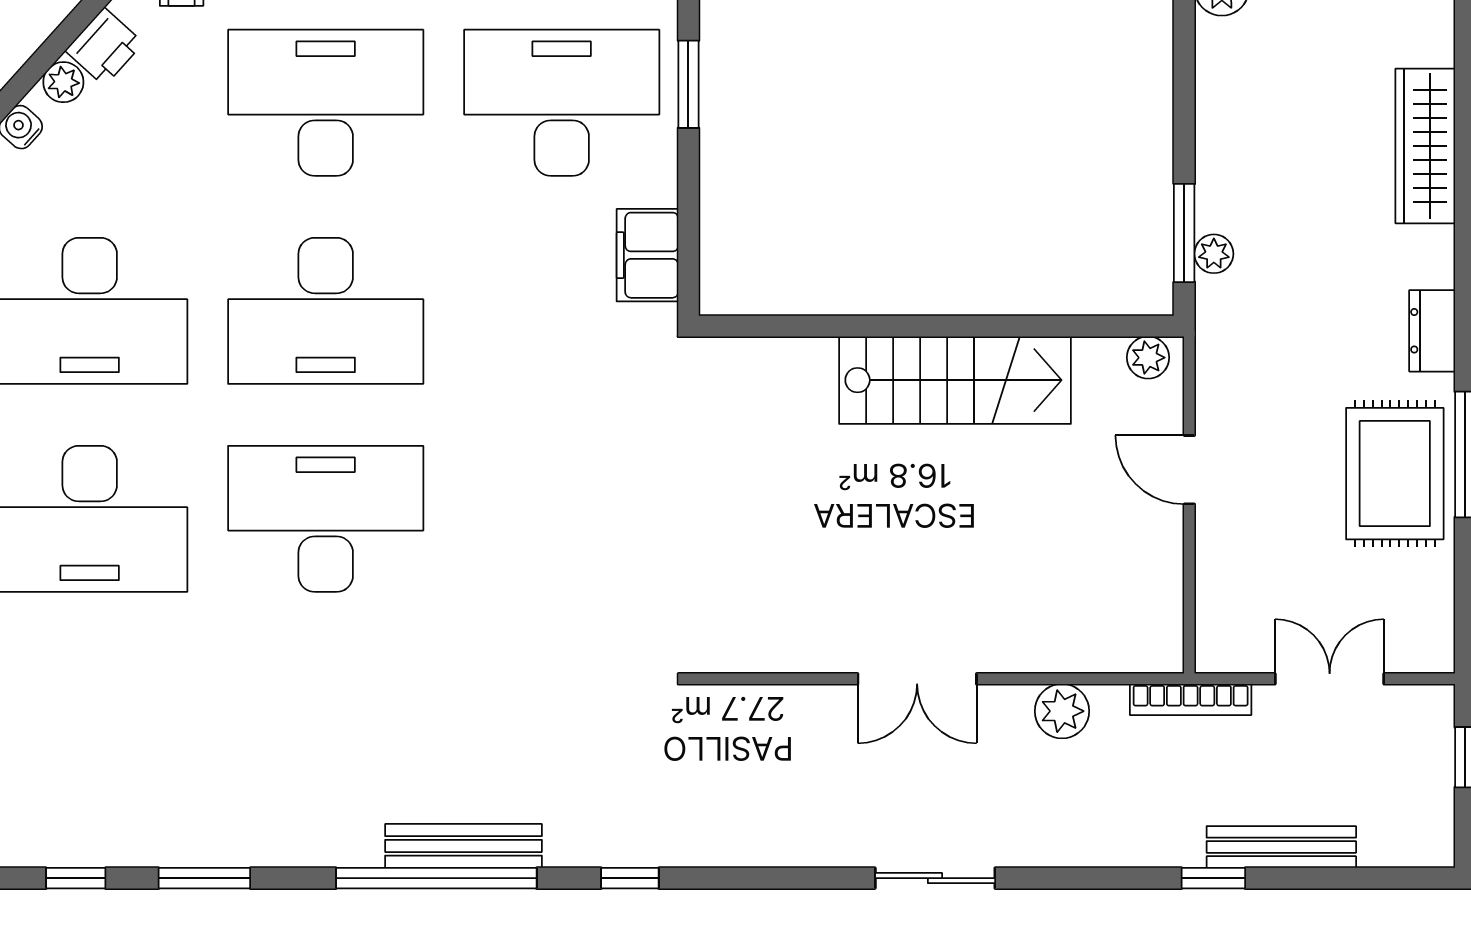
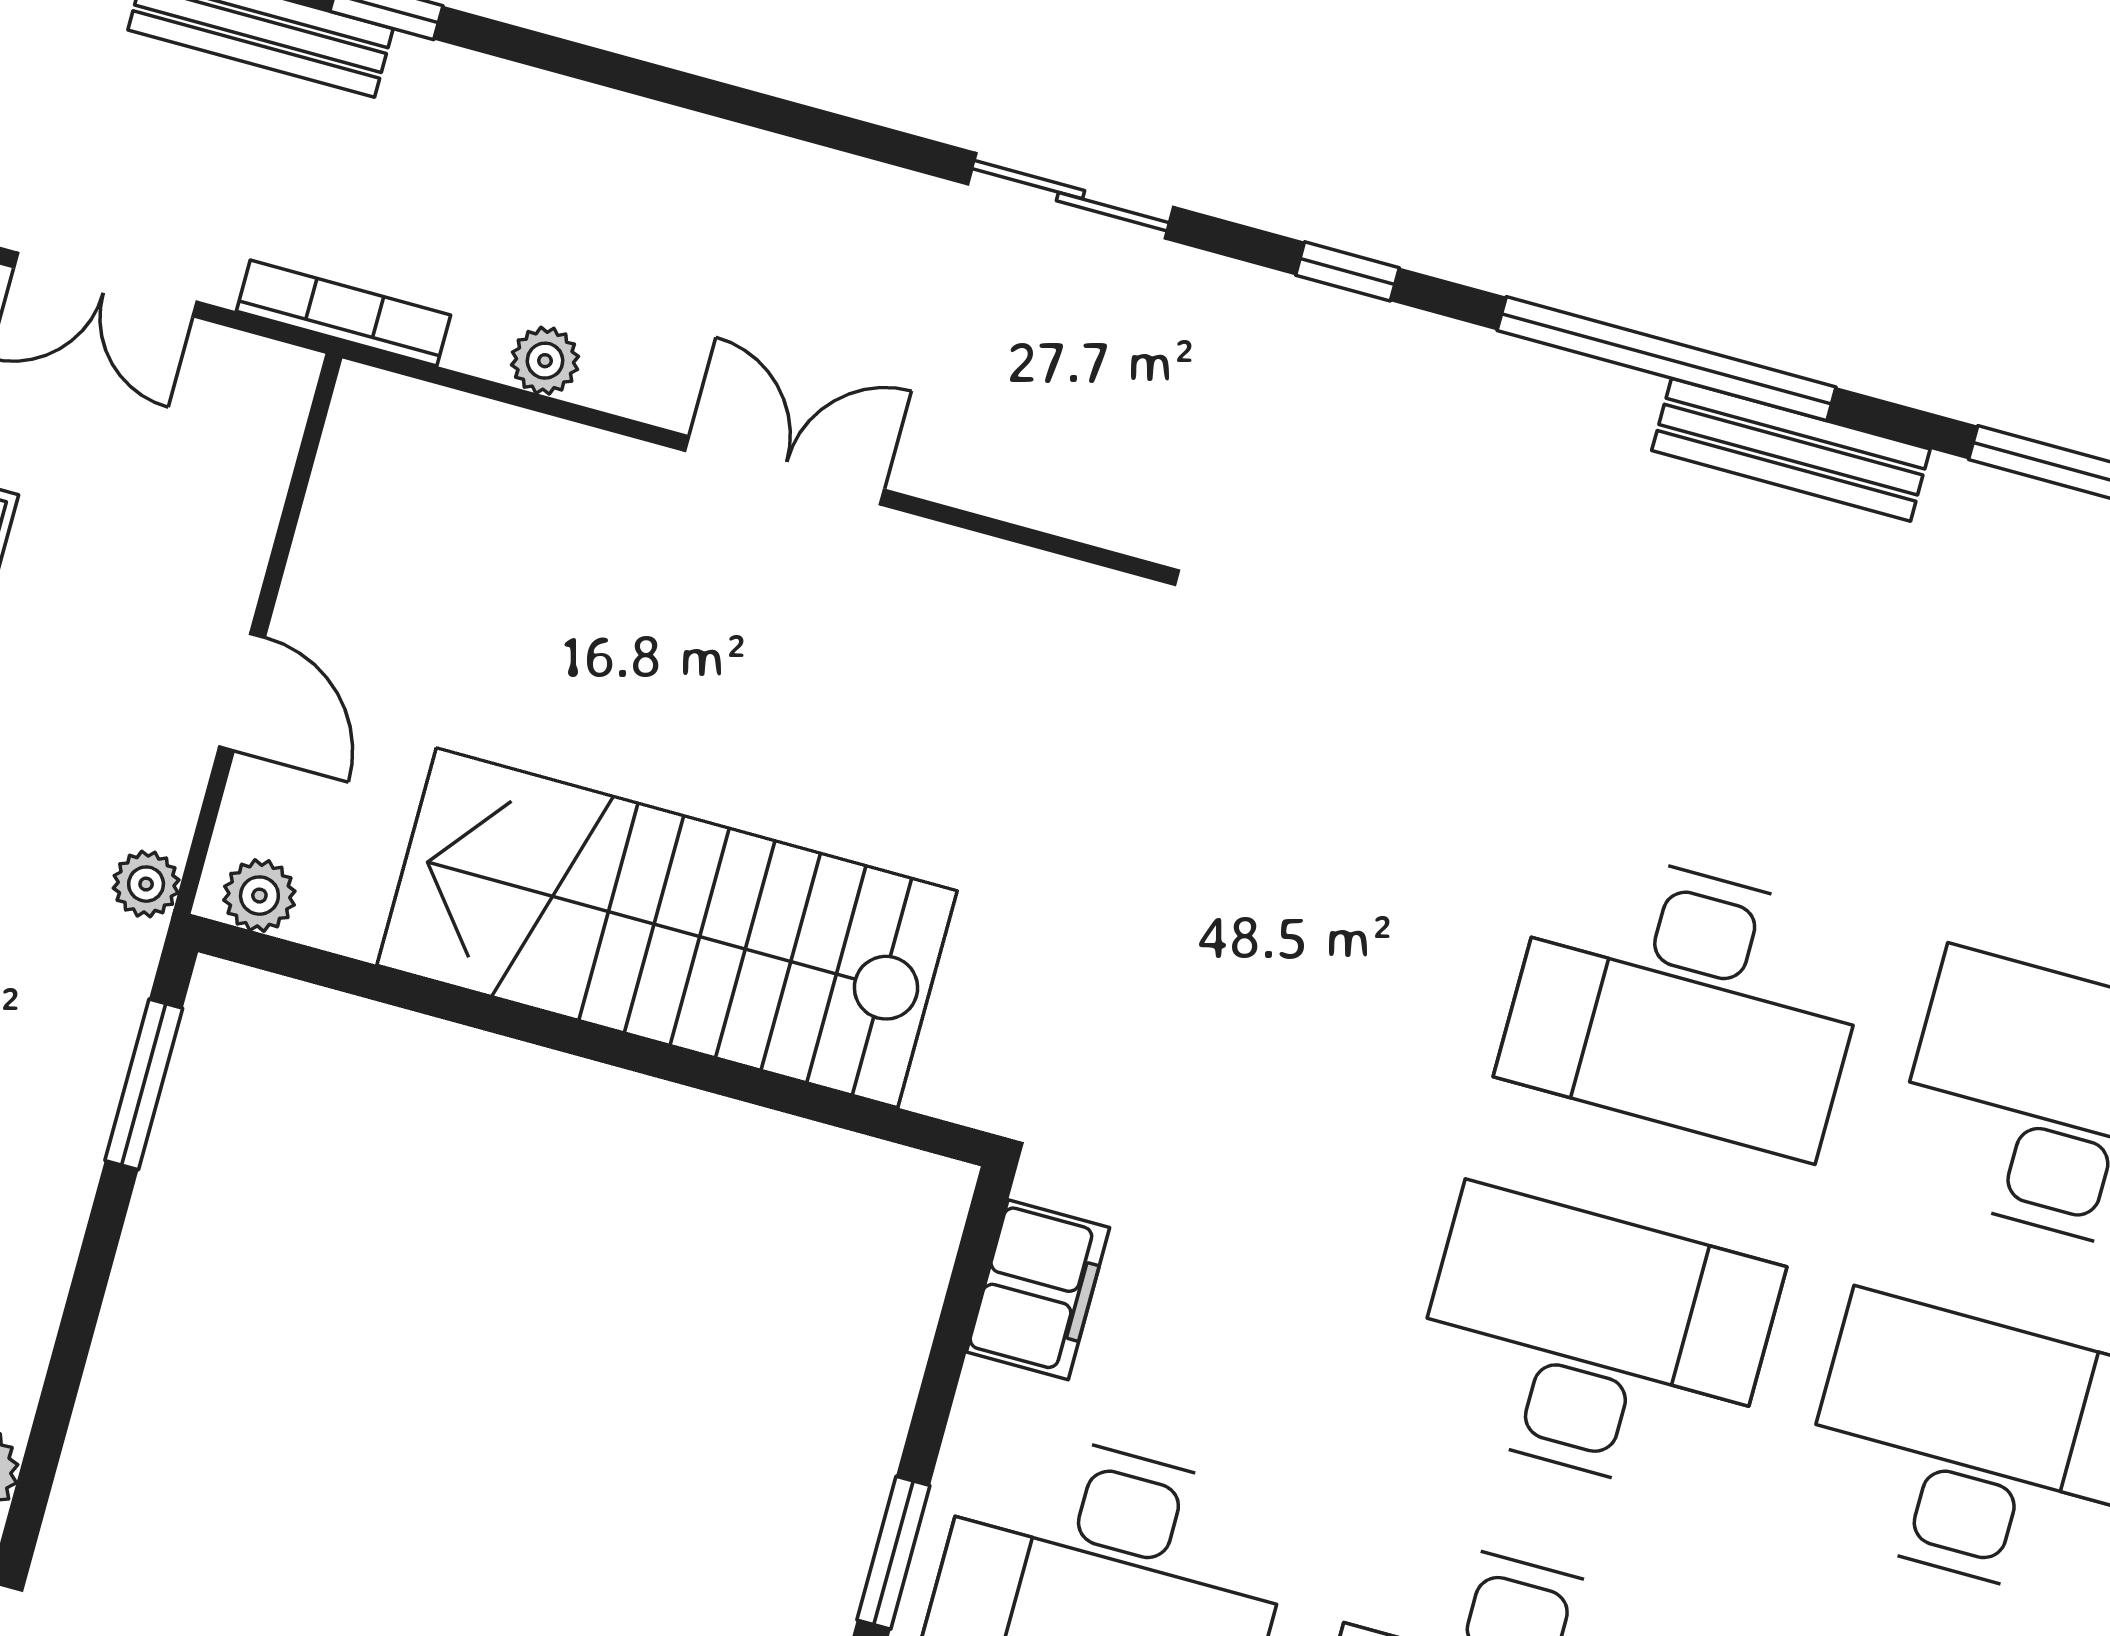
plant: (1214, 254) -> (146, 884), moved
stairs: (955, 380) -> (667, 928), width x1.36, depth x1.51
plant: (1062, 711) -> (545, 361), width x0.73, depth x0.73
bench: (463, 846) -> (1791, 450), moved
sliding door: (935, 878) -> (1070, 196), moved

